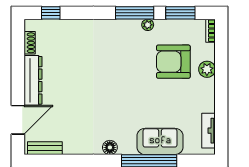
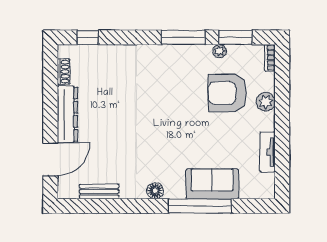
plant: (148, 25) -> (220, 51), moved
tv unit: (208, 131) -> (267, 152), moved
bench: (45, 148) -> (99, 191), moved

